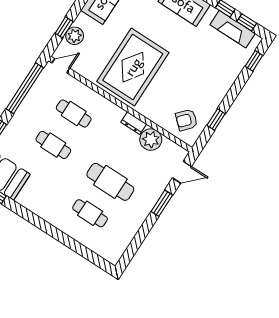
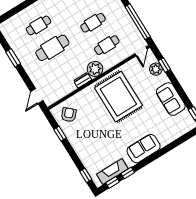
plant: (151, 140) -> (95, 69), moved
window: (162, 203) -> (13, 58), moved

